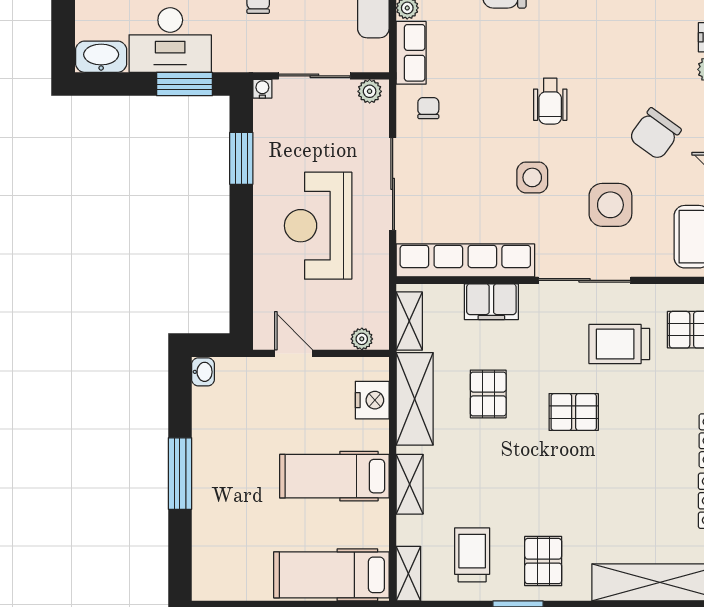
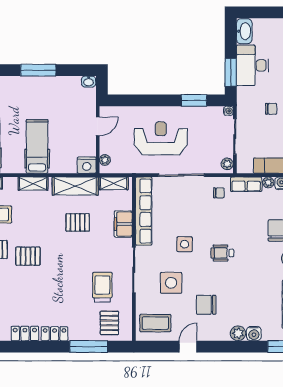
chair: (655, 134) -> (206, 305), turned -36
nightstand: (372, 400) -> (87, 165), moved
pallet: (574, 412) -> (28, 256), moved, turned 90

